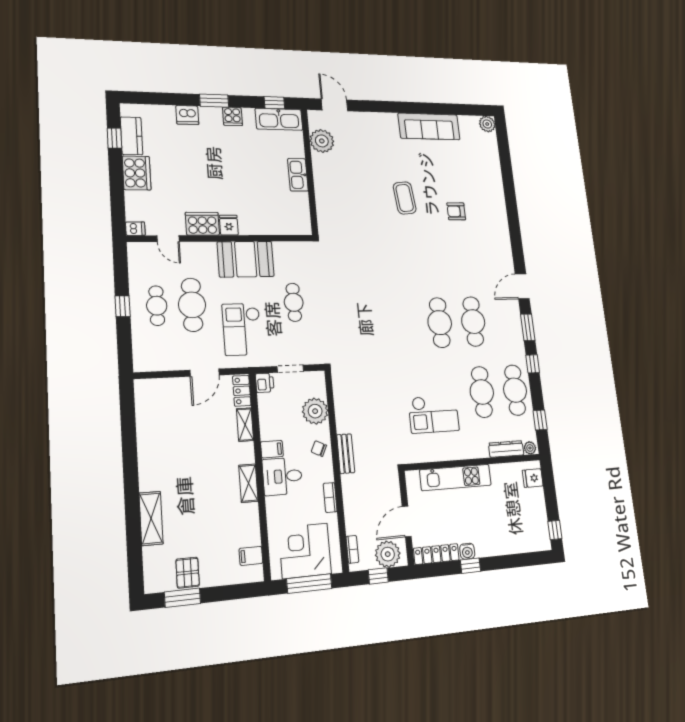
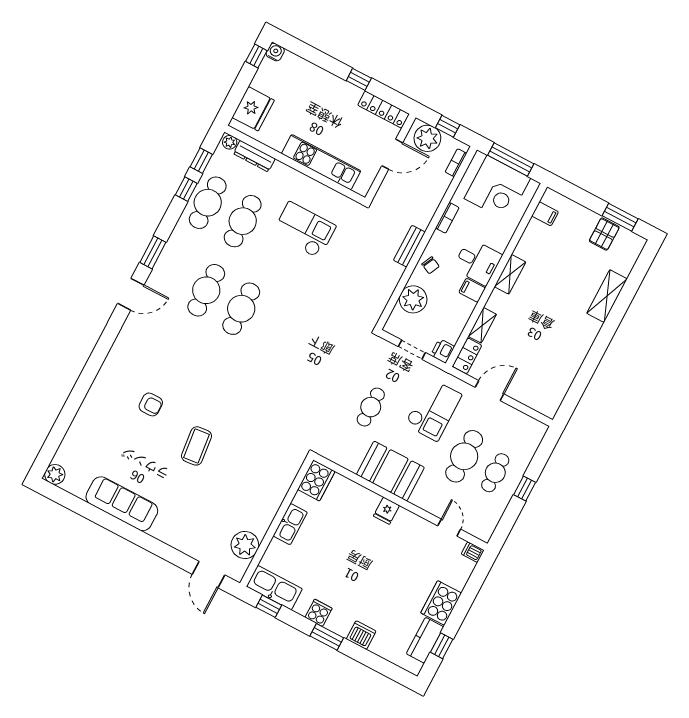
cooker: (202, 224) -> (316, 480), moved, turned -90
window: (533, 364) -> (186, 189), moved
fridge: (533, 478) -> (253, 109), width x1.88, depth x1.34
water cooler: (467, 551) -> (275, 52), moved

